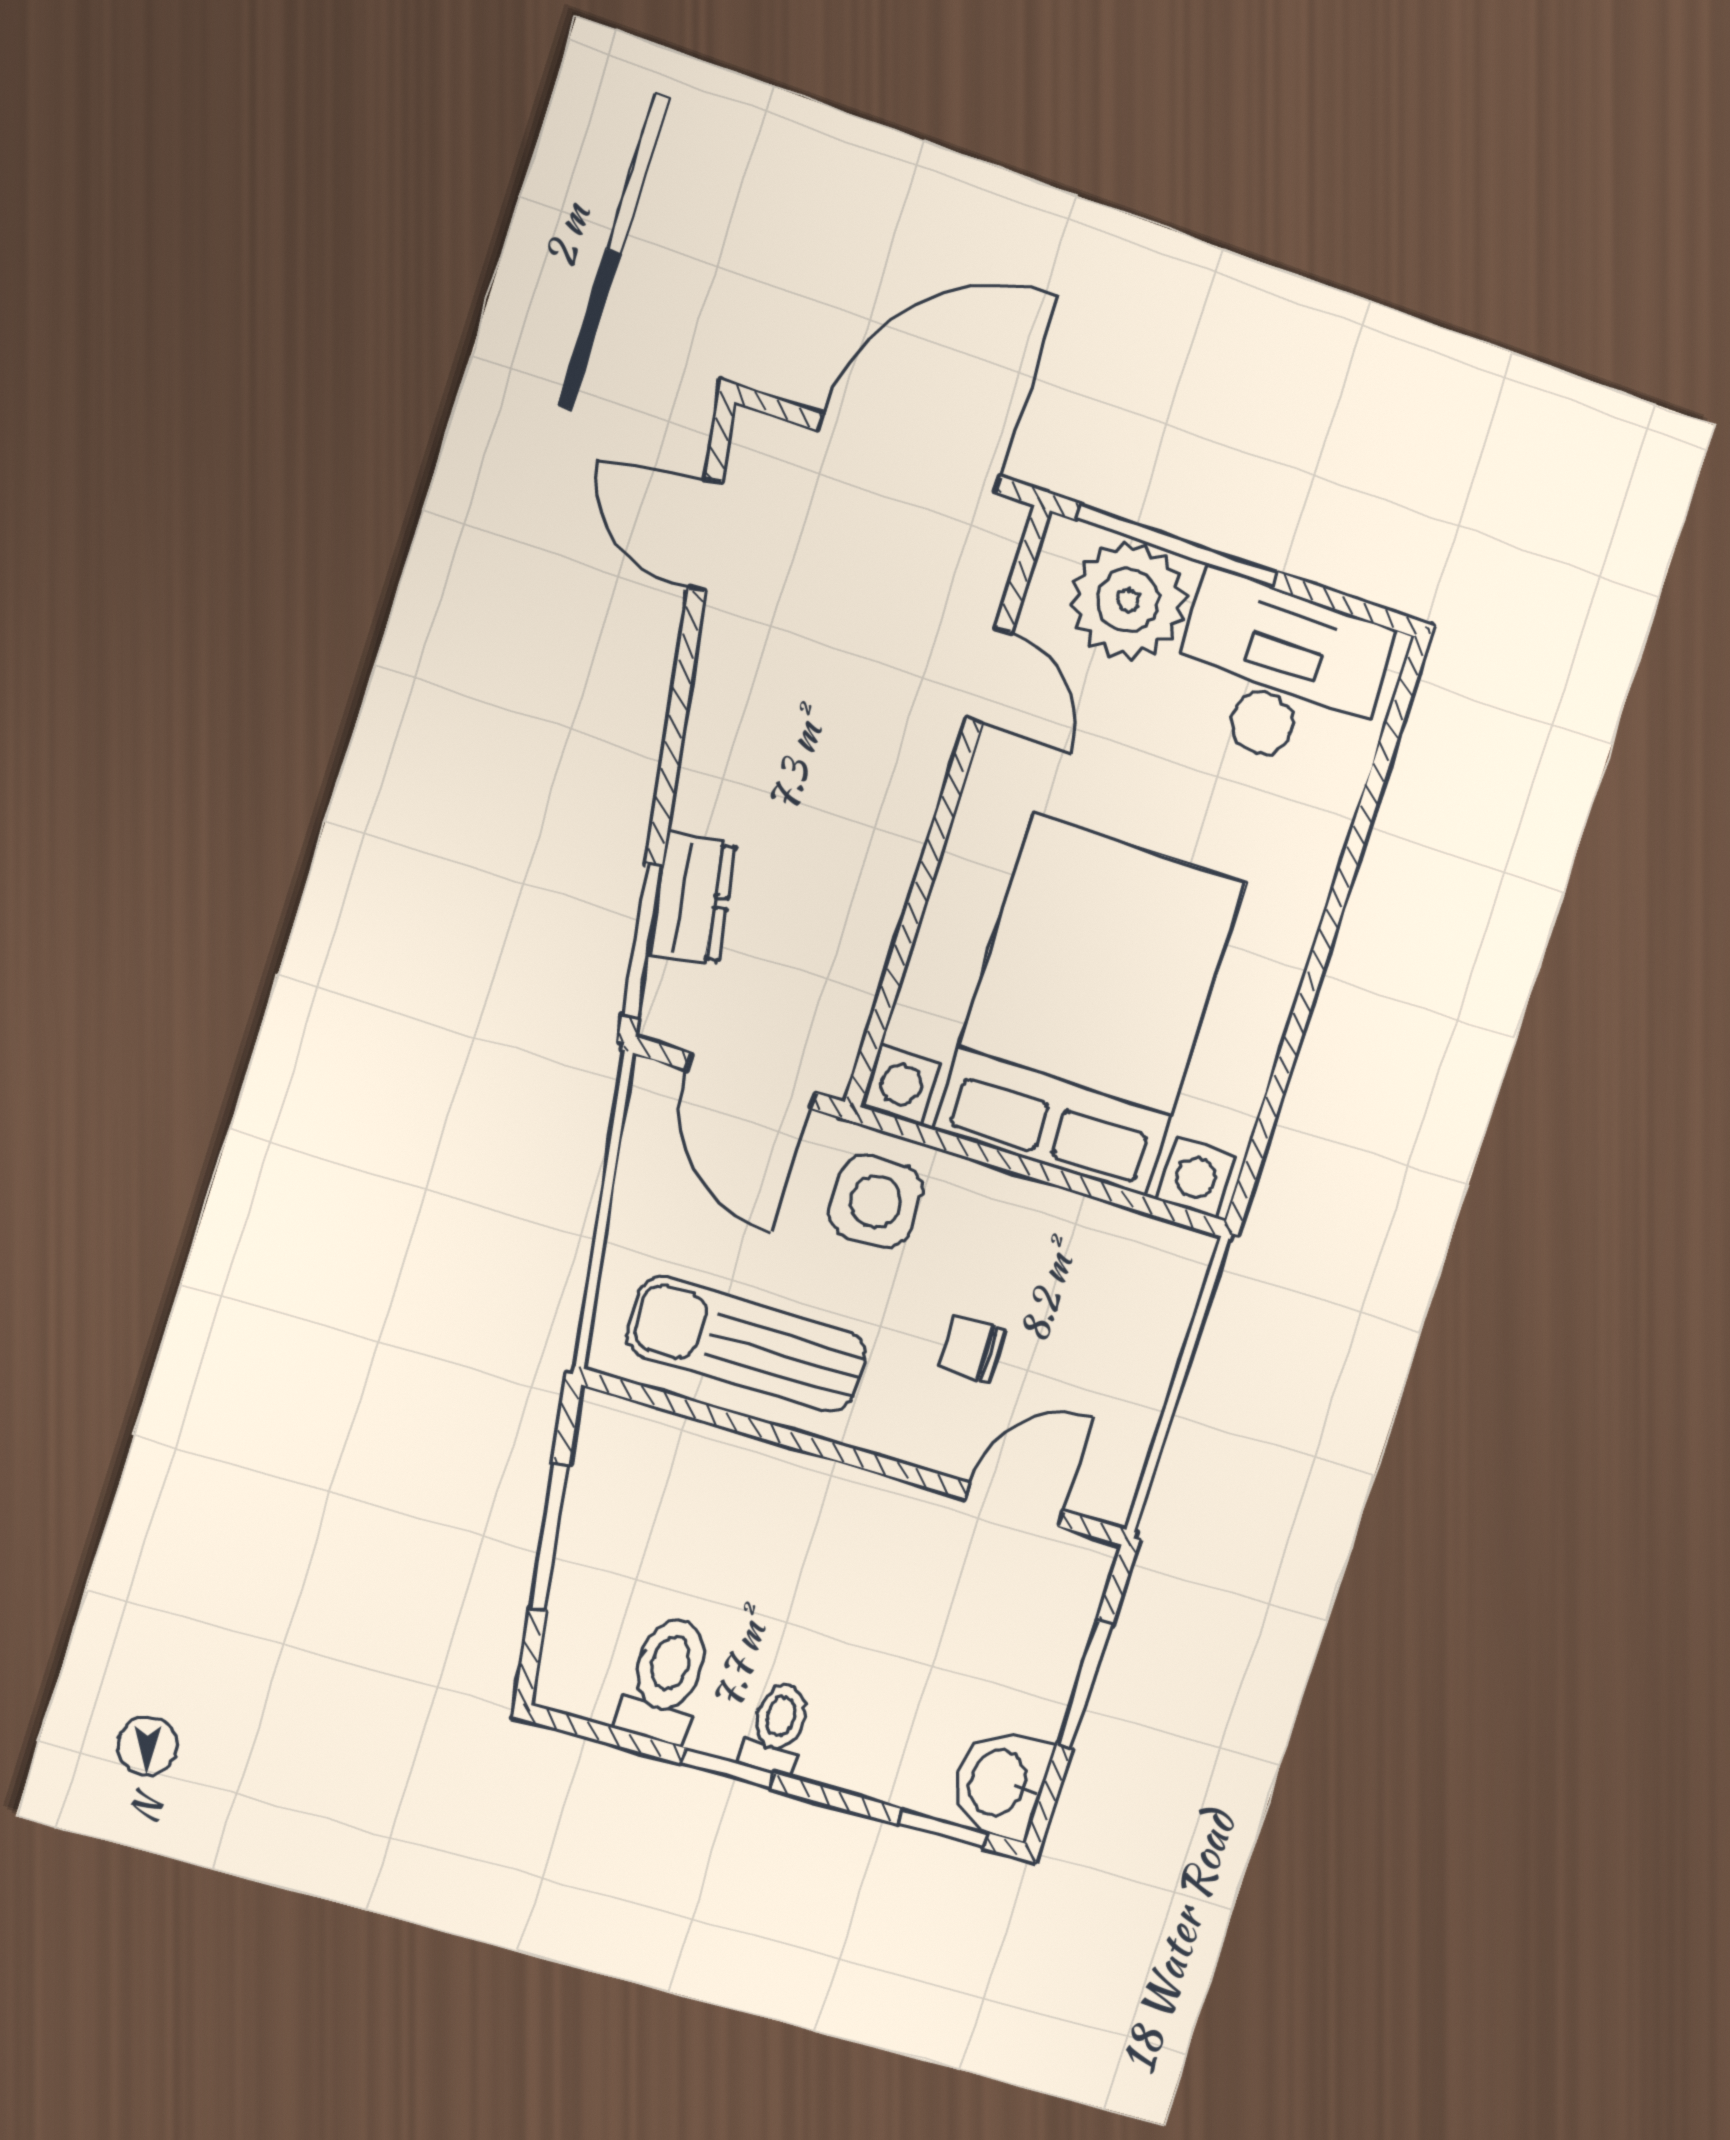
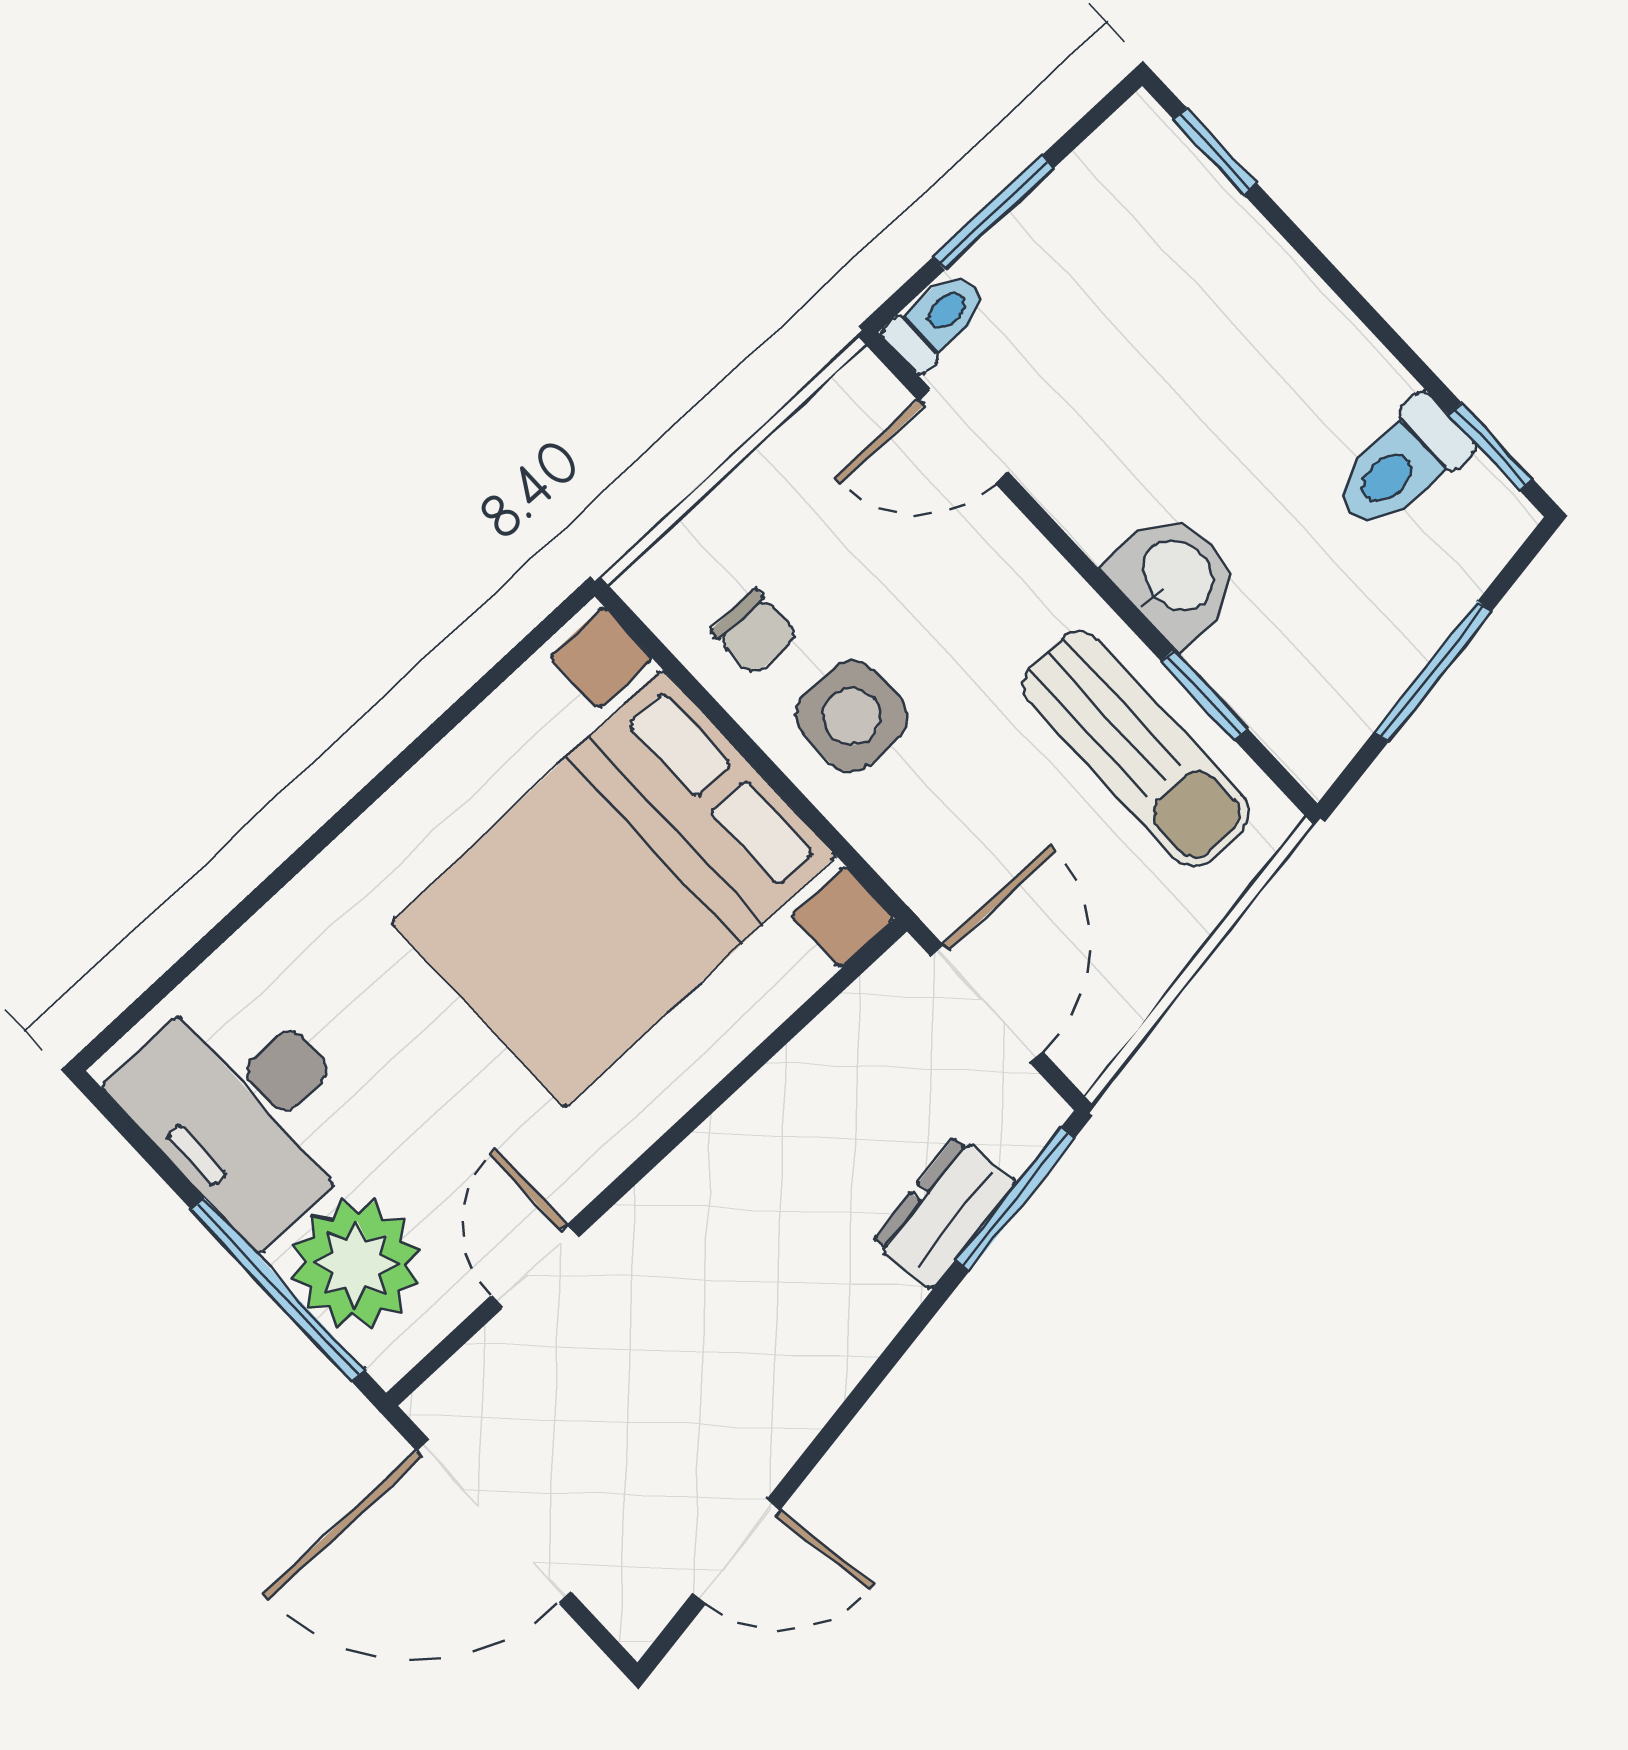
door: (705, 535) -> (736, 1551), hinge flipped
side table: (876, 1202) -> (852, 716), moved
chair: (972, 1348) -> (754, 633), moved
window: (717, 1417) -> (1204, 695), added
toilet: (777, 1728) -> (936, 320), moved, turned 180
window: (727, 1768) -> (1491, 447), moved
washbasin: (1000, 1783) -> (1176, 577), moved, turned -90

